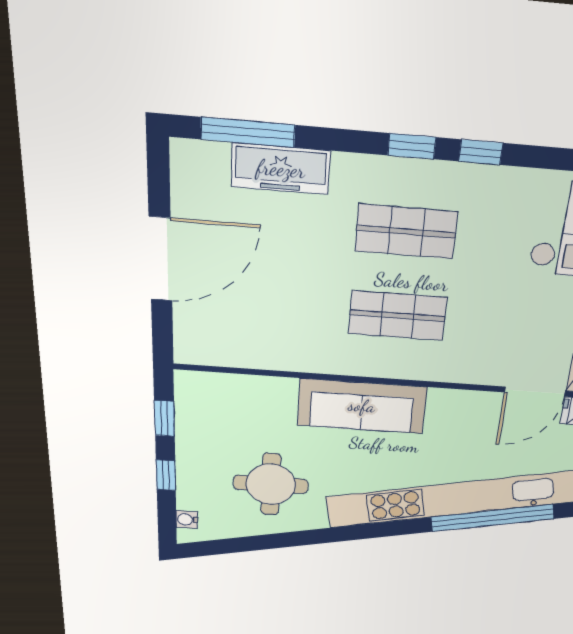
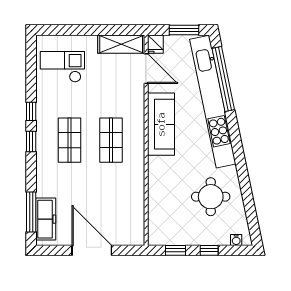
freezer: (281, 169) -> (46, 219), moved
sofa: (362, 406) -> (161, 124), moved

